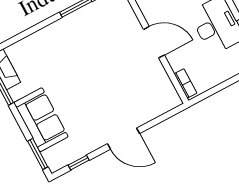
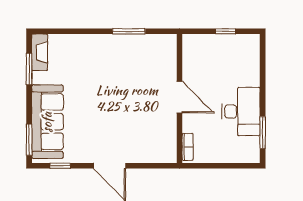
sofa: (41, 120) -> (47, 122), width x1.36

